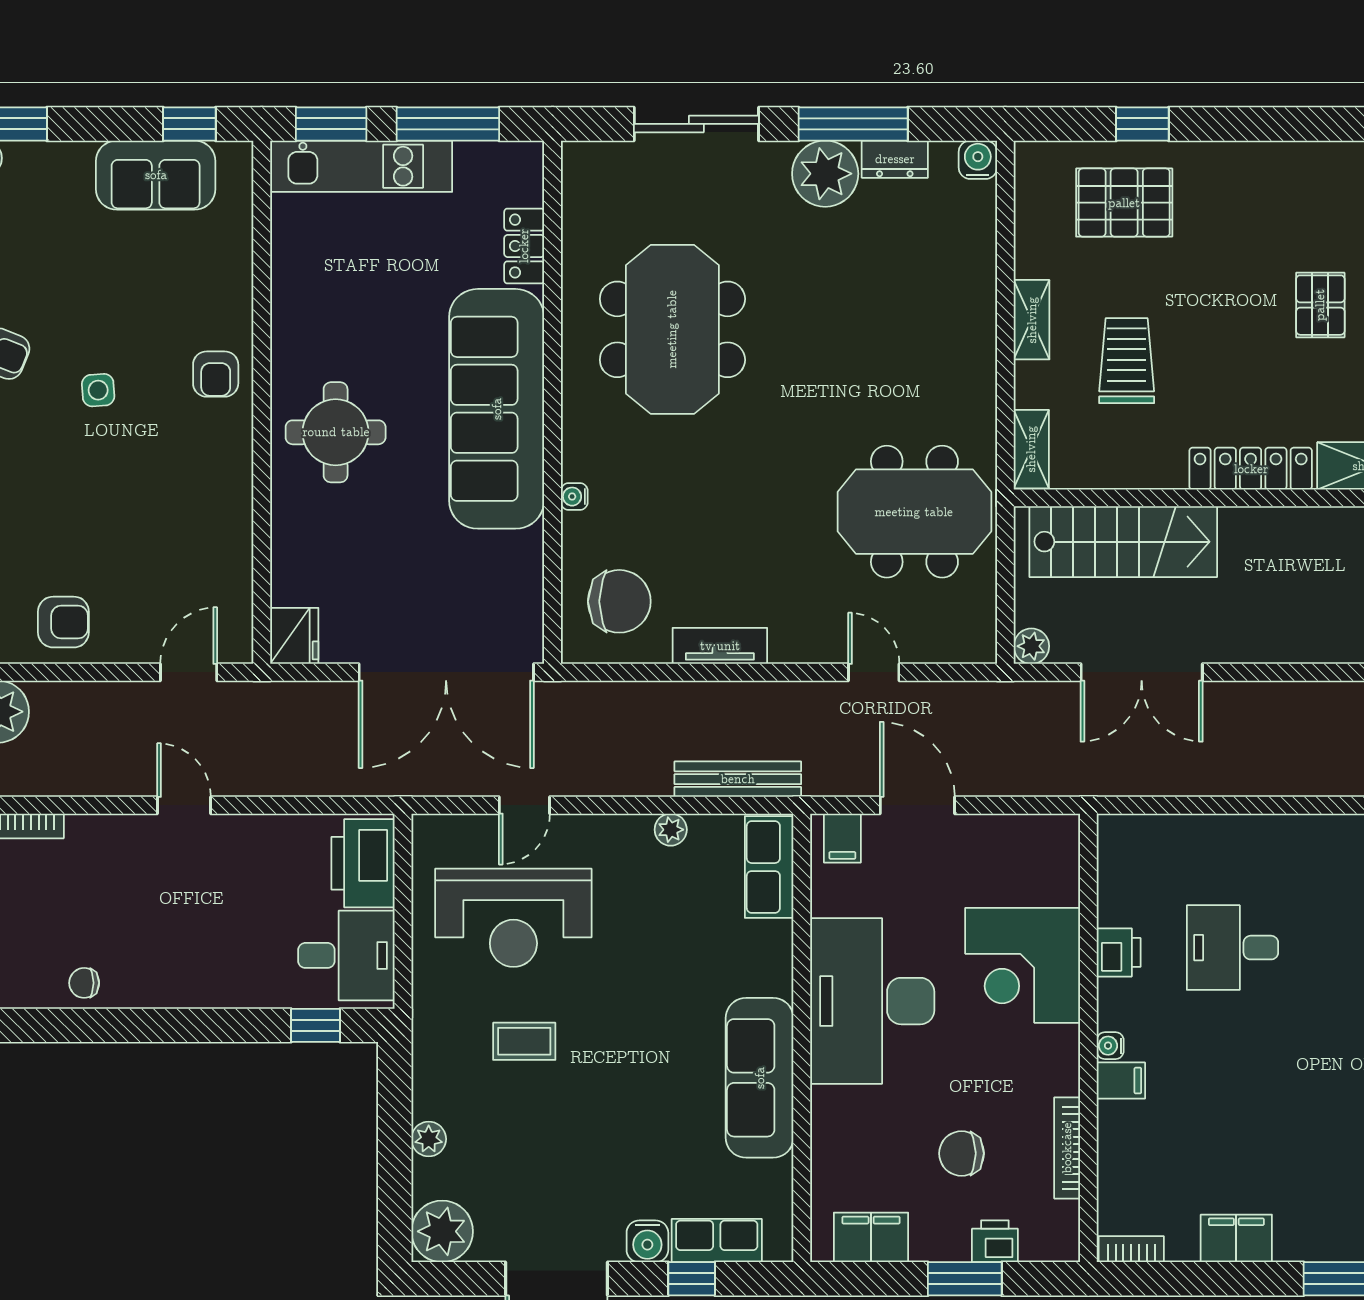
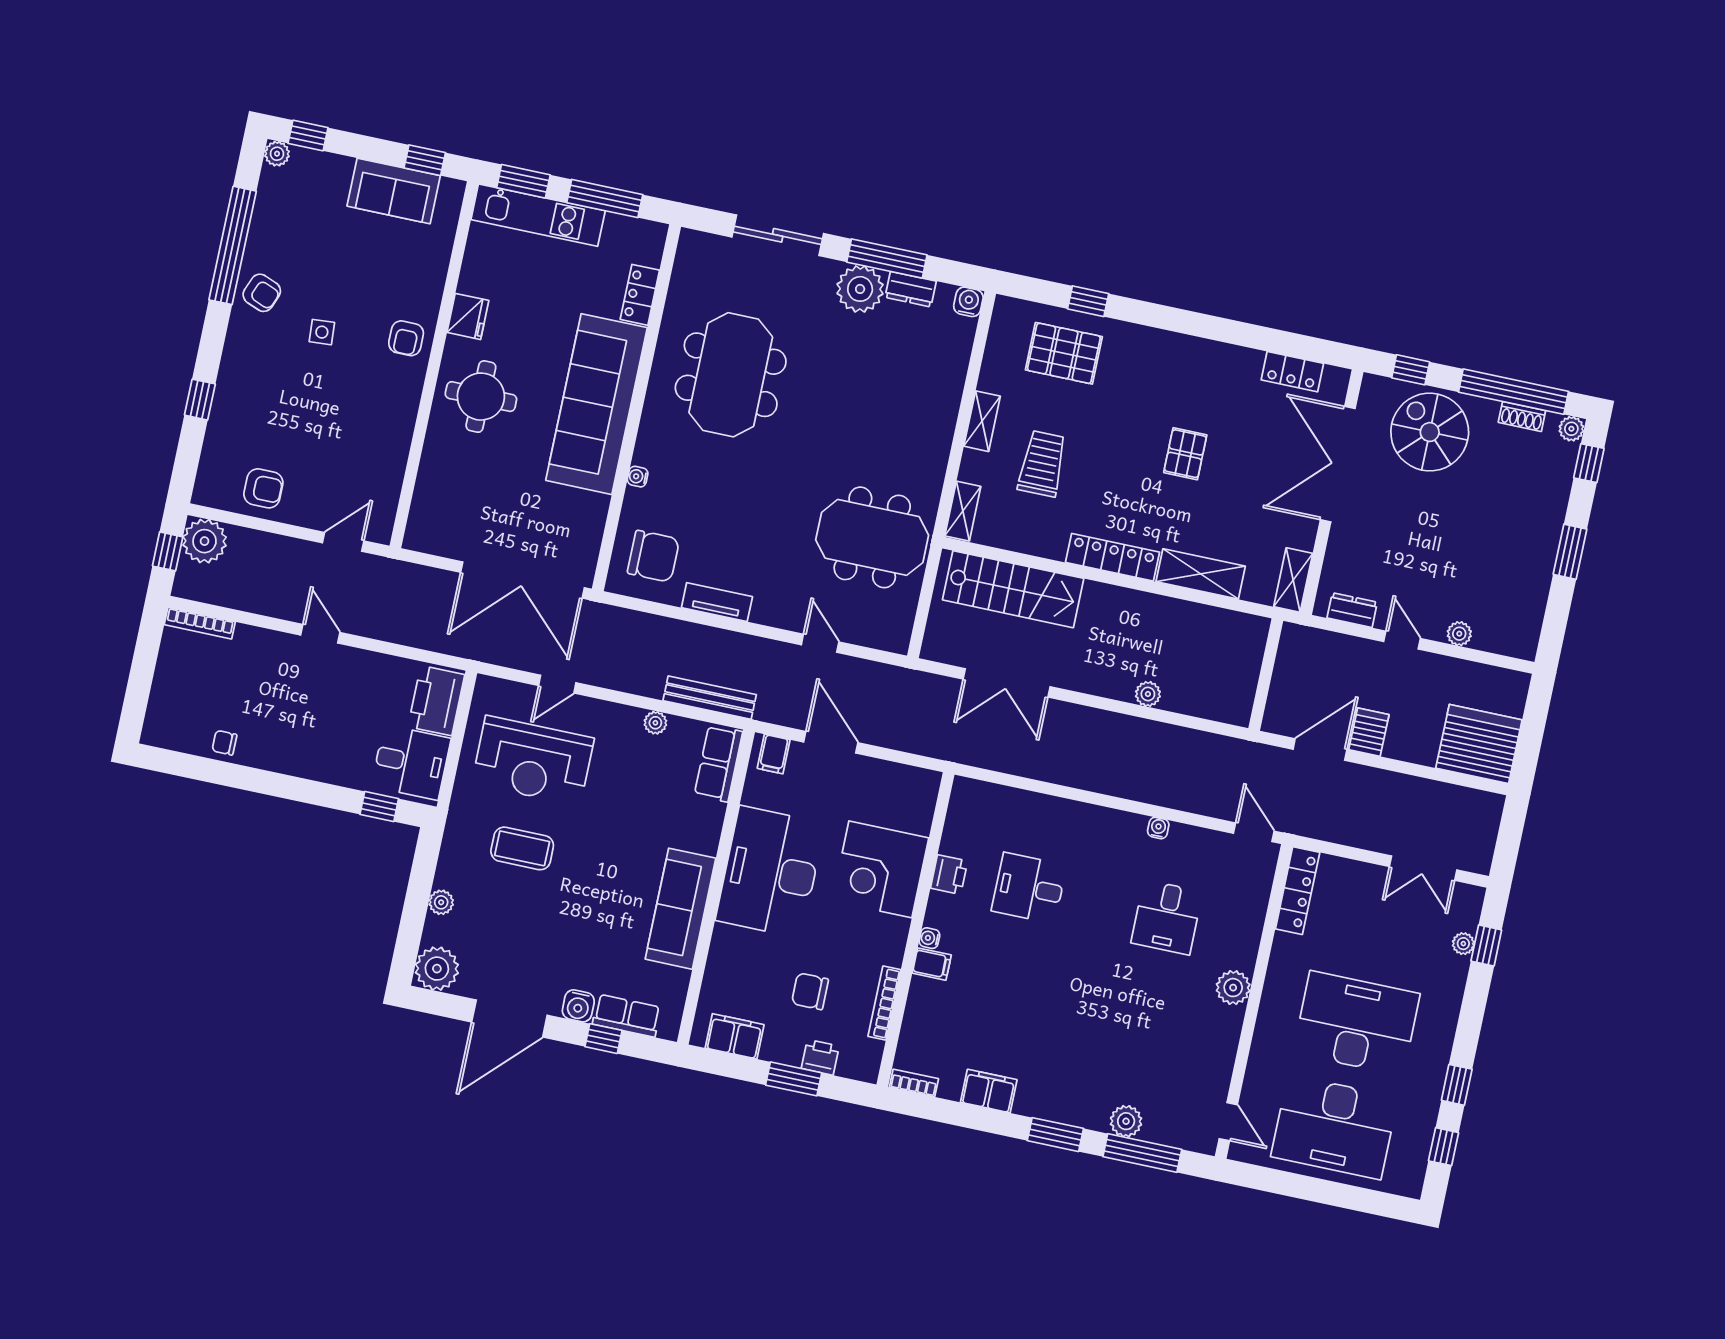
fridge: (294, 636) -> (468, 316), moved
plant: (1031, 646) -> (1148, 694), moved
coffee table: (524, 1041) -> (522, 848), width x1.36, depth x1.30

